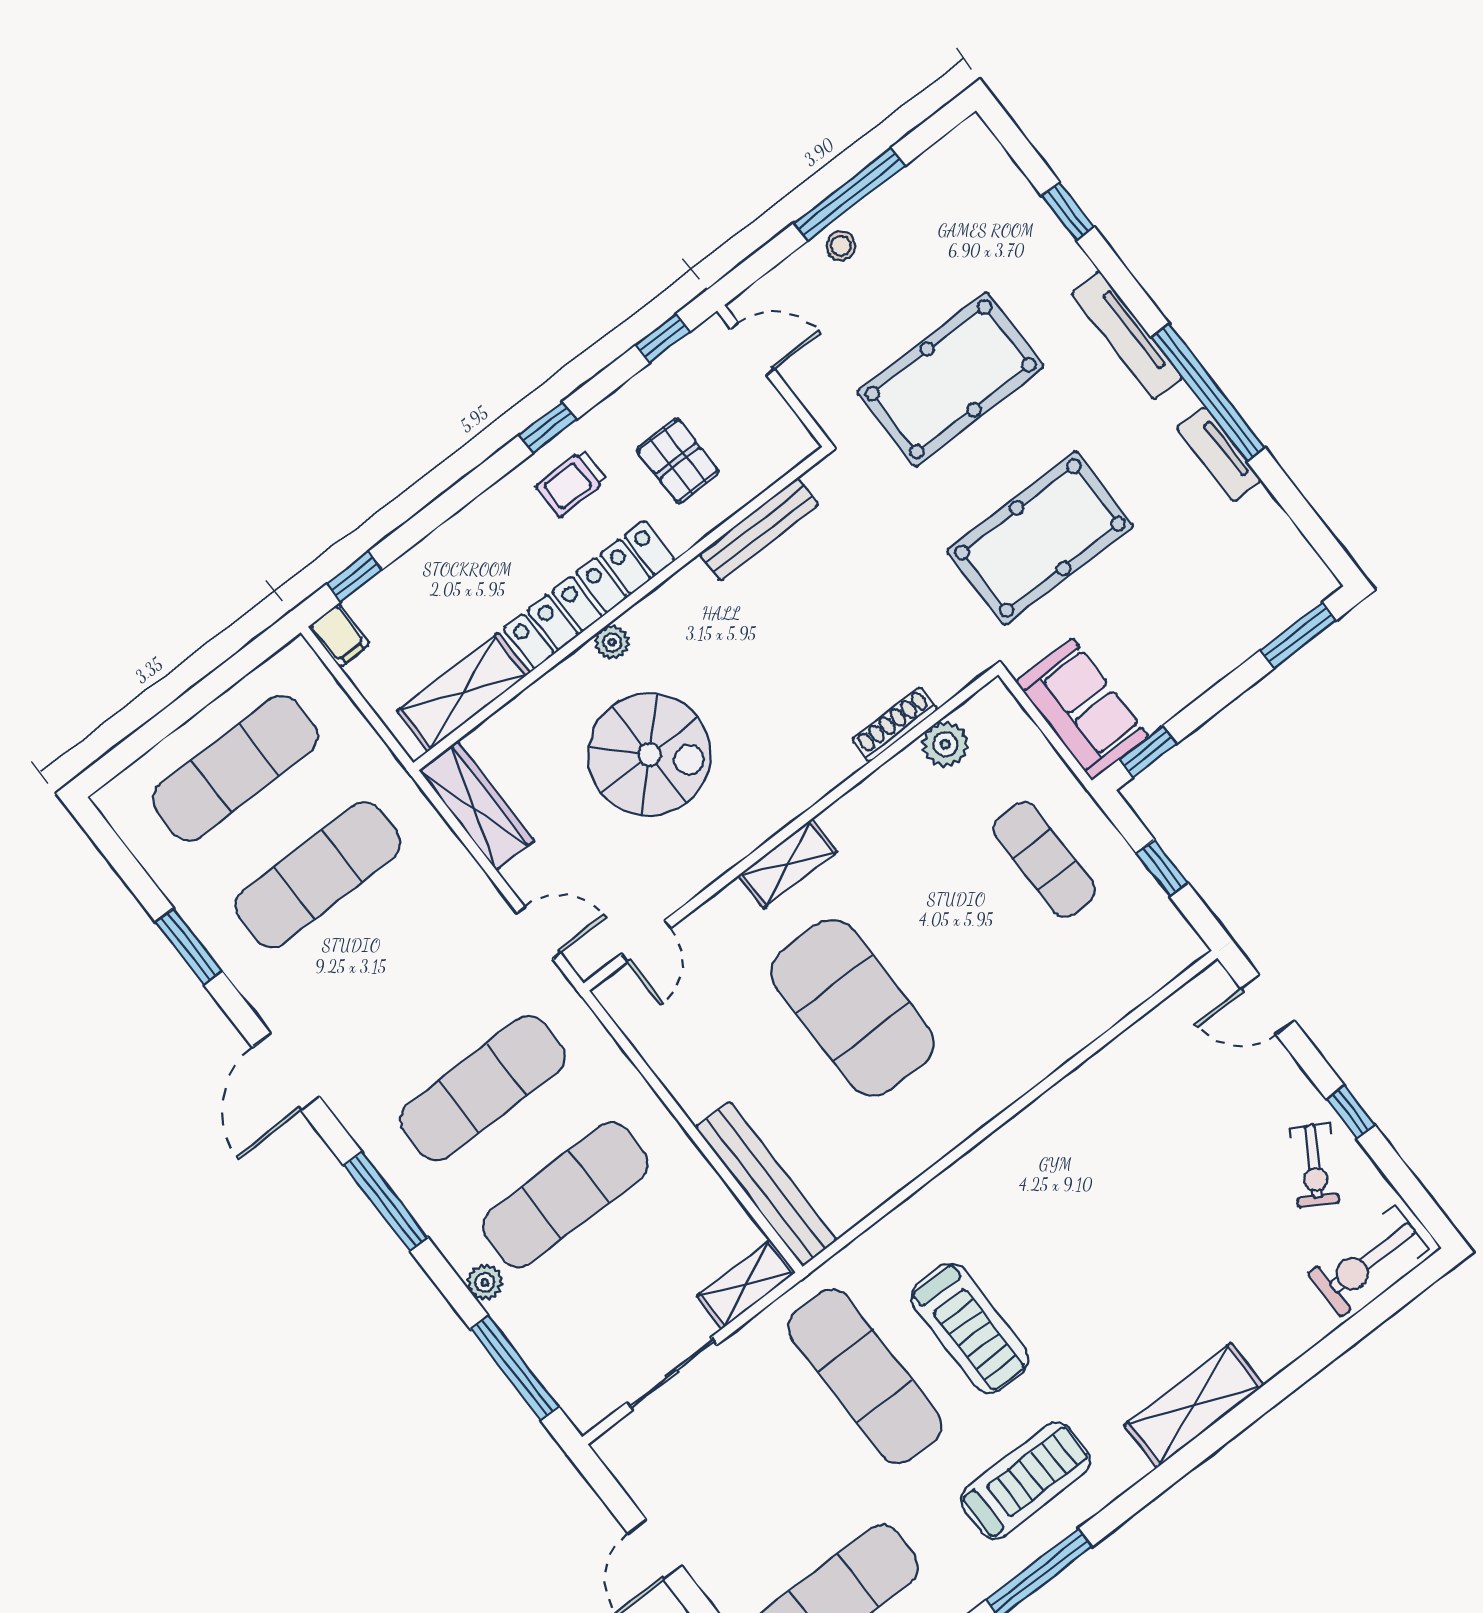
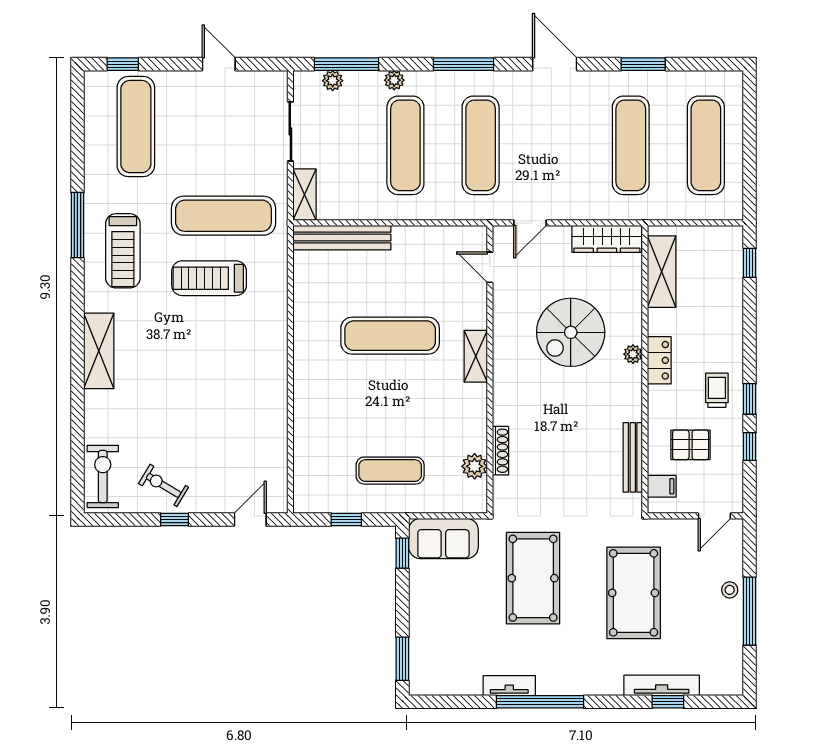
tv unit: (1127, 335) -> (662, 685), moved
window: (663, 338) -> (750, 447), moved
locker: (589, 595) -> (659, 360), width x0.46, depth x0.83
filing cabinet: (339, 635) -> (662, 486), moved, turned 180
exercise mat: (853, 1008) -> (390, 336), width x0.68
plant: (553, 1370) -> (333, 81), added

